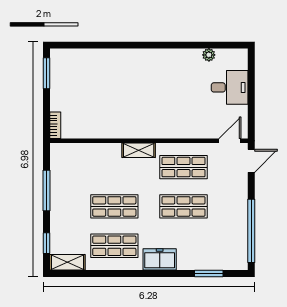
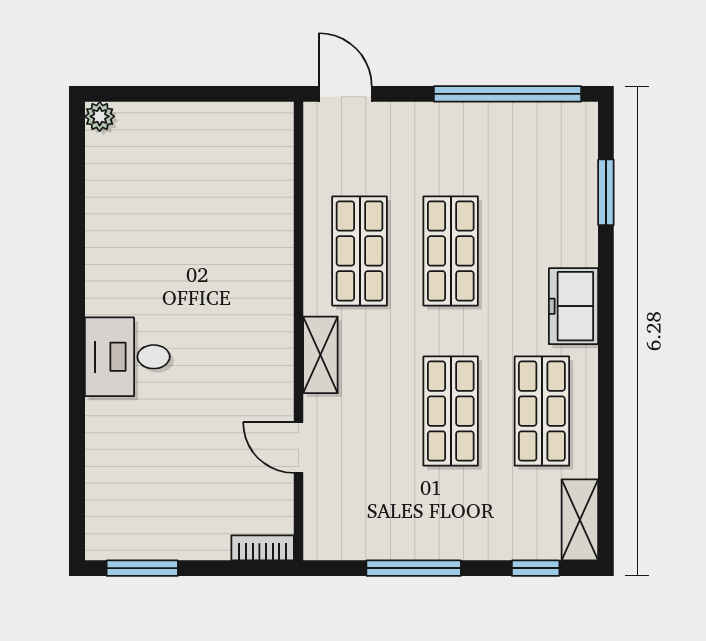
plant: (209, 55) -> (100, 116), moved
desk: (230, 87) -> (127, 357), moved, turned -90
door: (230, 141) -> (299, 448), moved

